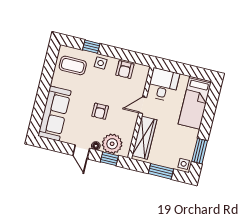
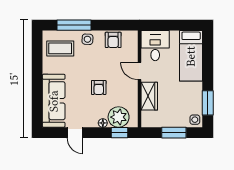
window: (91, 47) -> (74, 25), width x2.17
door: (143, 105) -> (140, 71), hinge flipped
wardrobe: (144, 138) -> (149, 96), width x0.67
door: (81, 152) -> (75, 133), moved

